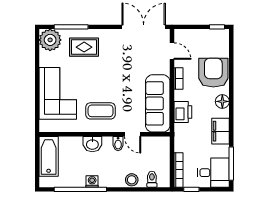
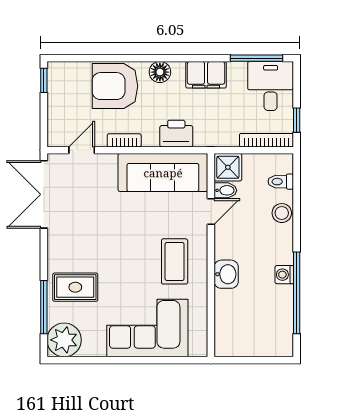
rug: (84, 47) -> (75, 287), turned 90
bidet: (118, 144) -> (225, 190), moved
shower: (161, 145) -> (228, 167), added
bathtub: (49, 156) -> (245, 342), removed

